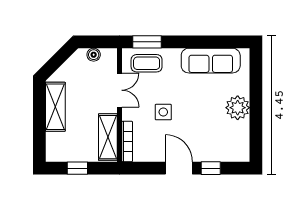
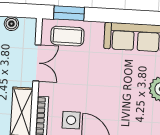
side table: (163, 112) -> (71, 120), moved

